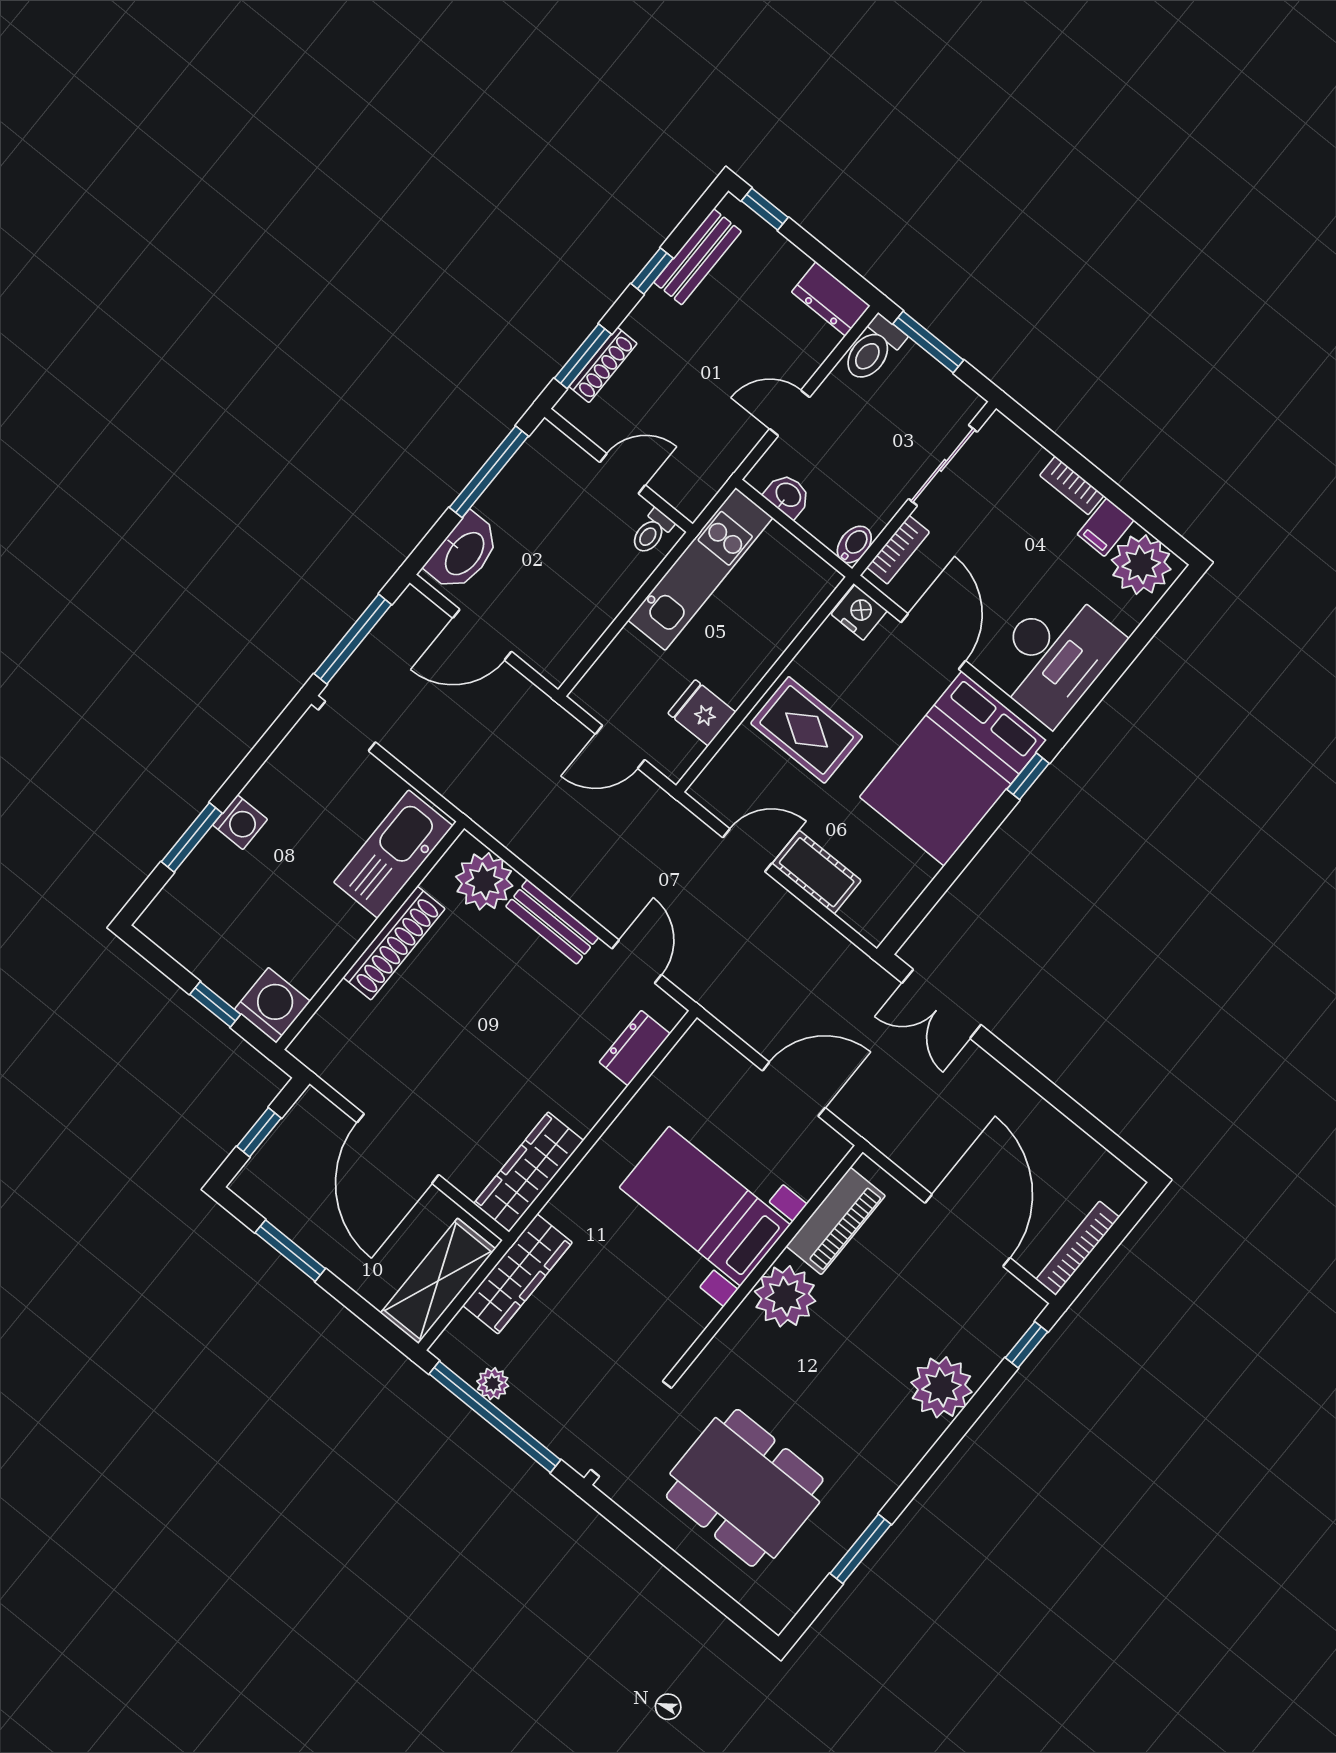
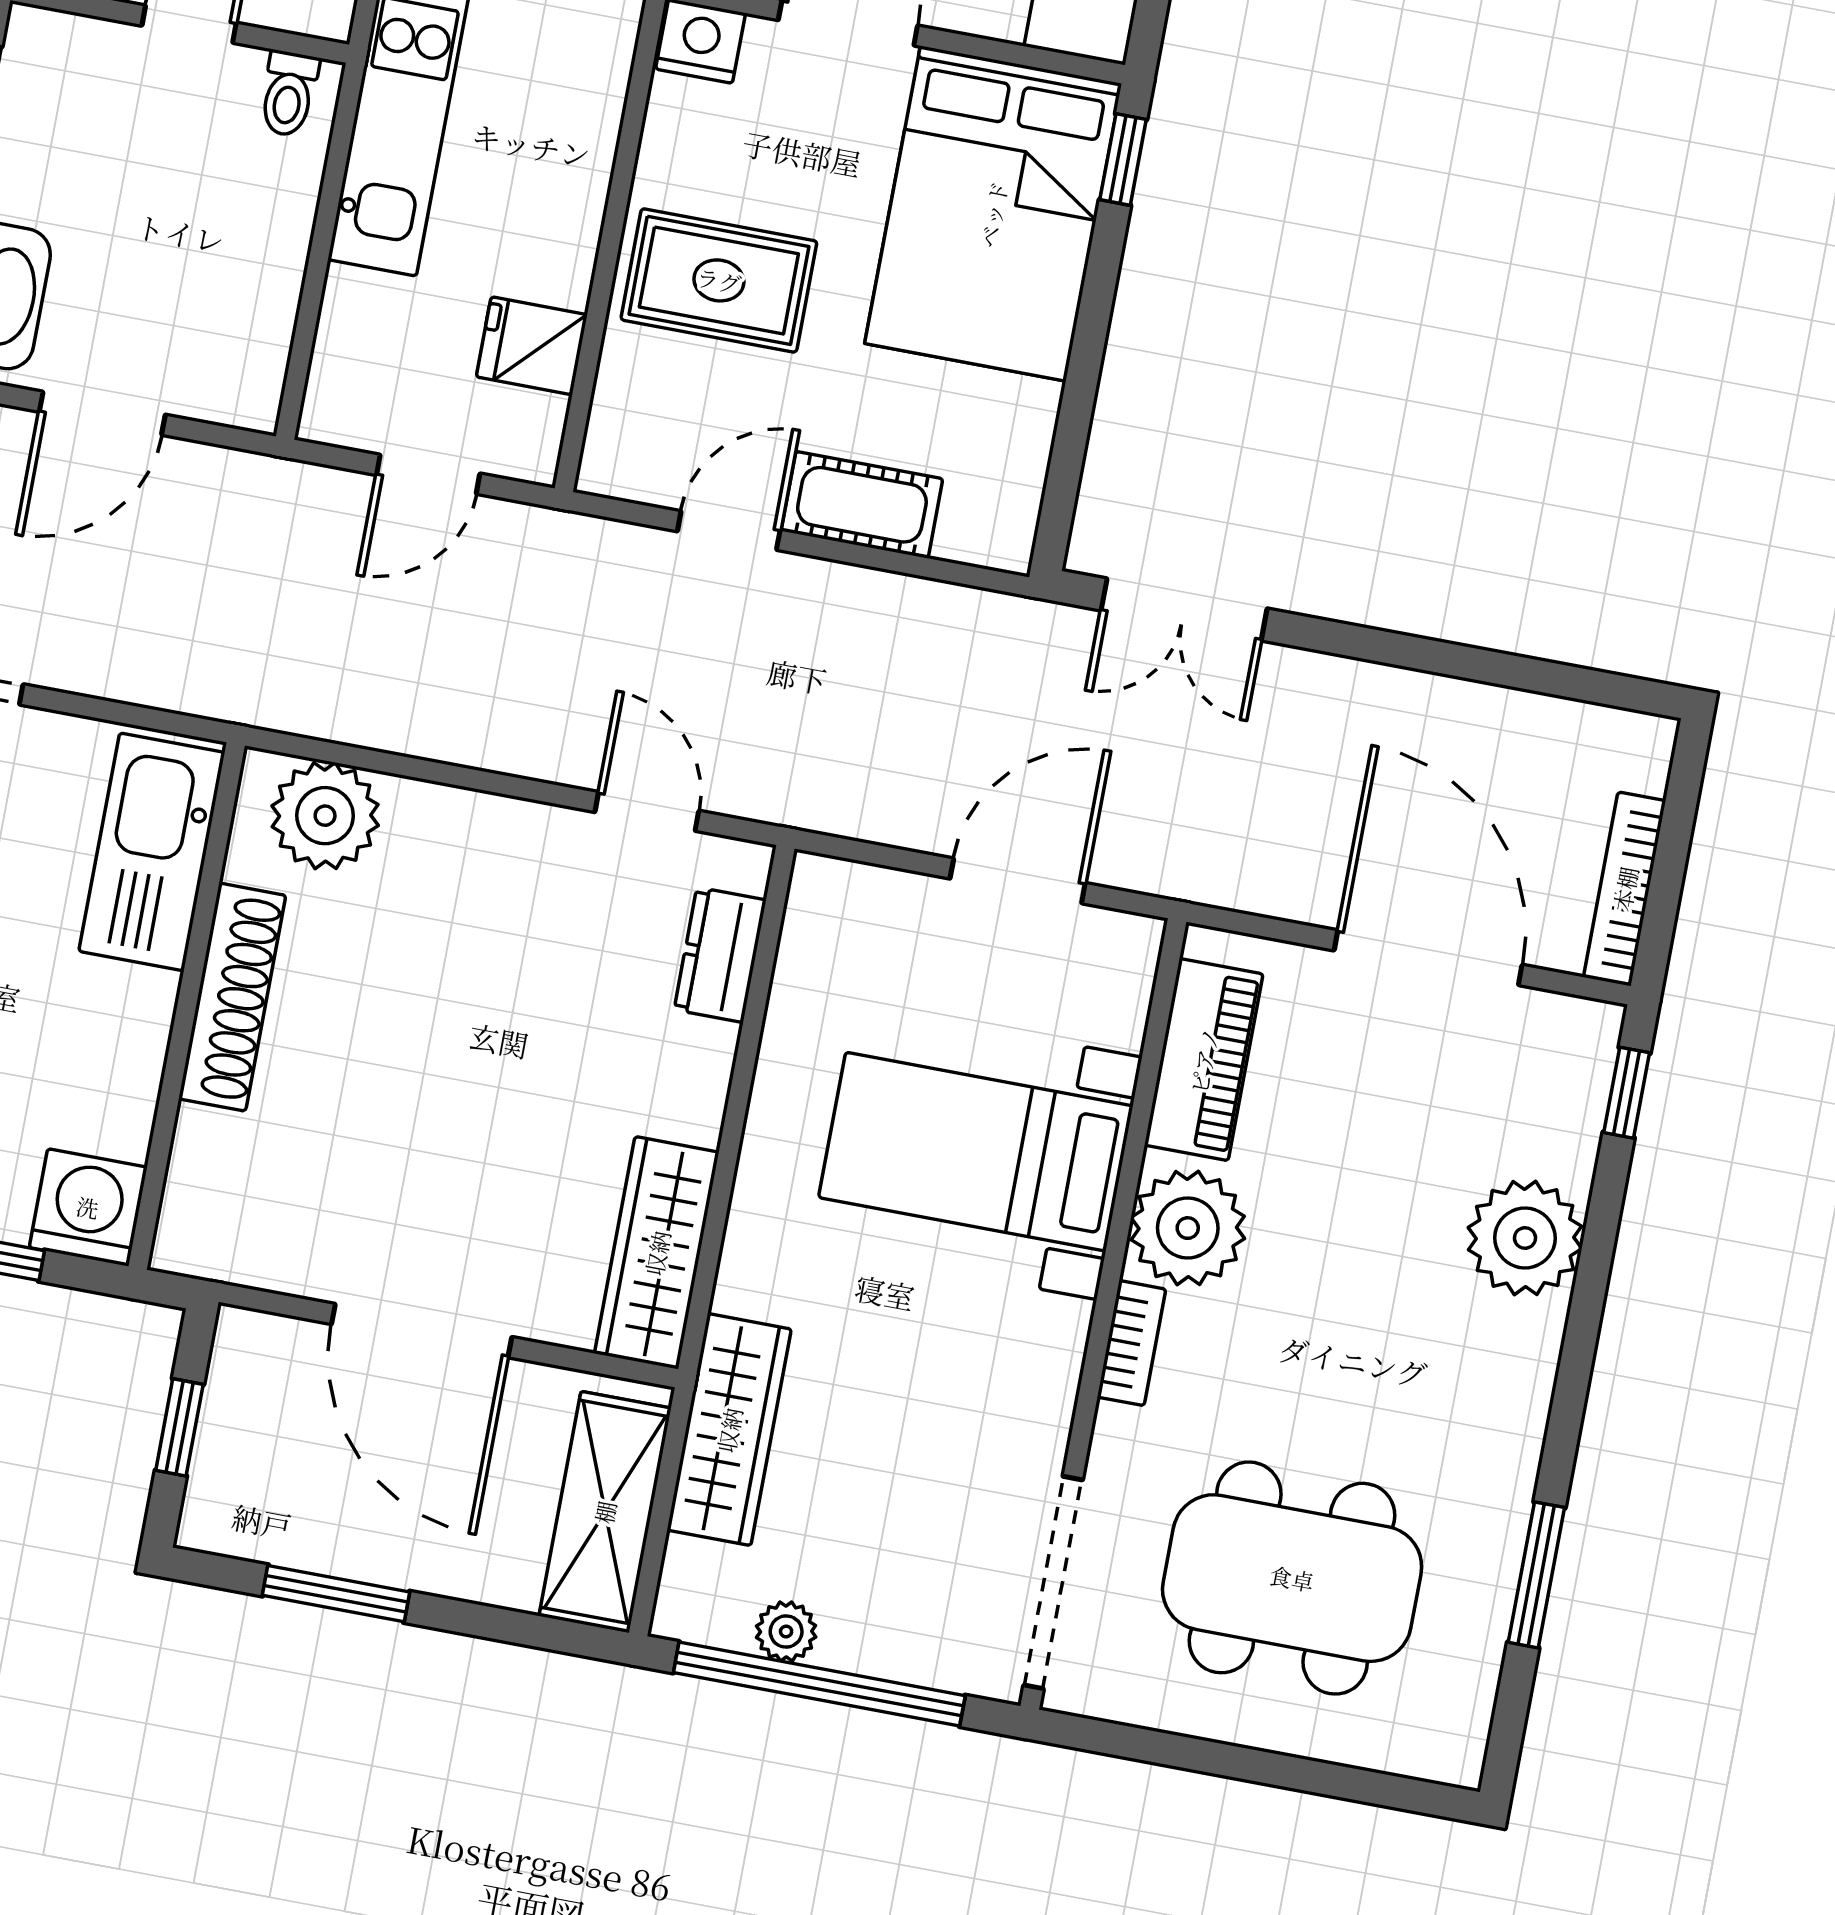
bench: (552, 922) -> (473, 821), removed
bookcase: (729, 1336) -> (1132, 1343), added

